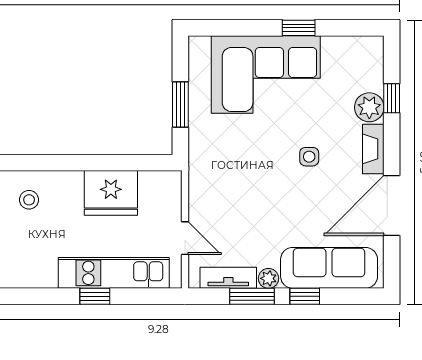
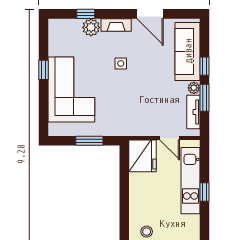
fridge: (111, 193) -> (142, 156), moved
door: (392, 205) -> (150, 14), width x0.73
door: (185, 238) -> (170, 138), swing flipped

